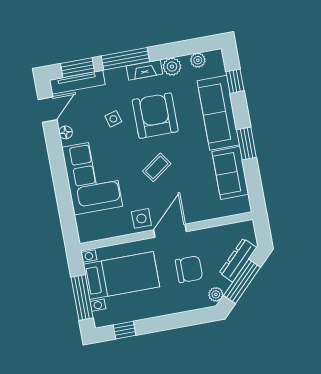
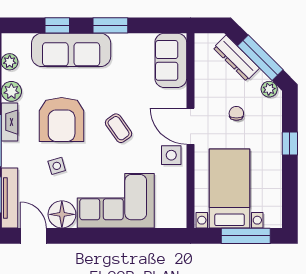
window: (235, 81) -> (57, 25), moved
armchair: (155, 116) -> (62, 120), turned -90
floor lamp: (66, 132) -> (62, 214), width x1.89, depth x1.89
sofa: (230, 173) -> (171, 60), moved, turned 90
chair: (189, 269) -> (236, 113), width x0.54, depth x0.54
window: (125, 330) -> (290, 144), moved

